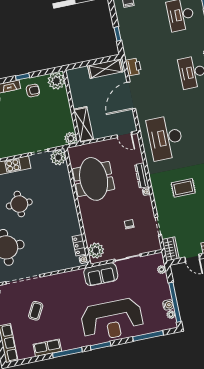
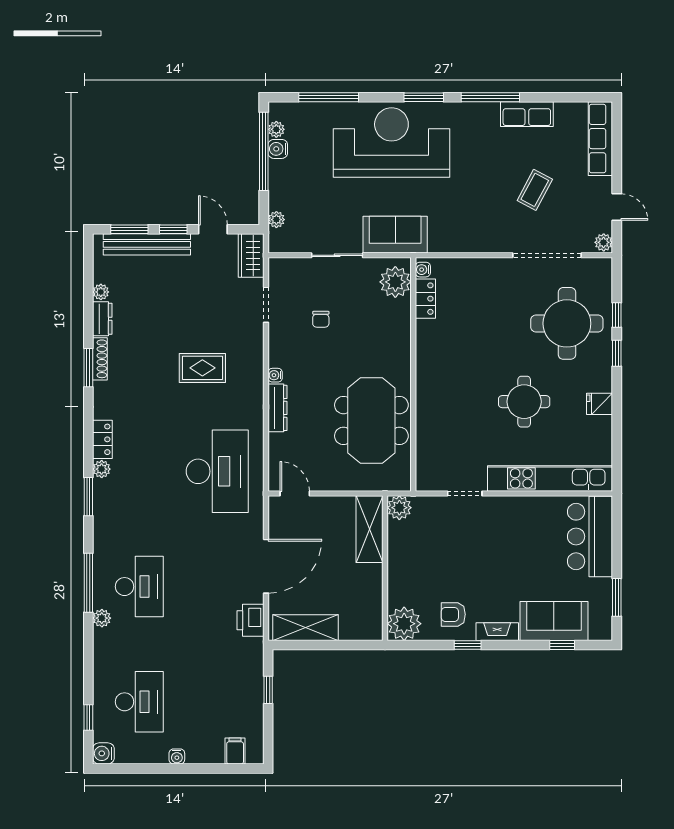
plant: (58, 157) -> (431, 476), removed

